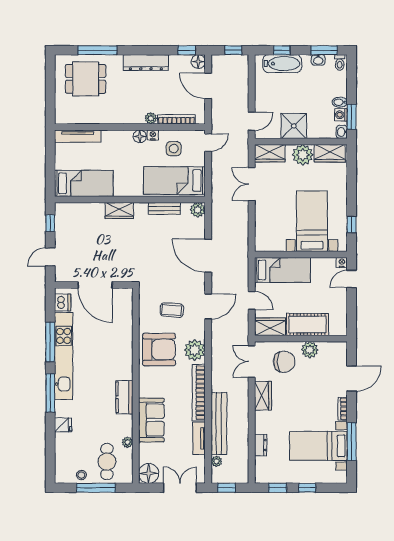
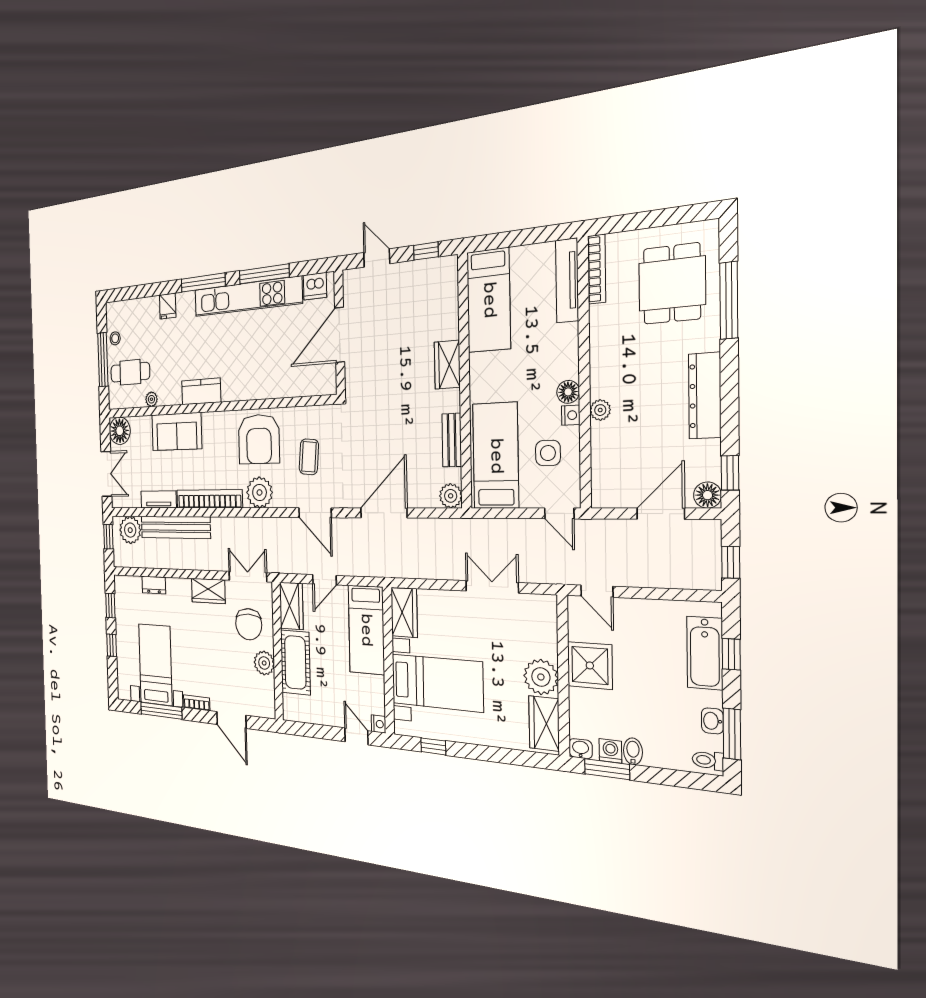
bookcase: (176, 119) -> (597, 269), moved
wardrobe: (270, 153) -> (404, 612), moved, turned 180
plant: (216, 461) -> (130, 530), width x1.87, depth x1.87

